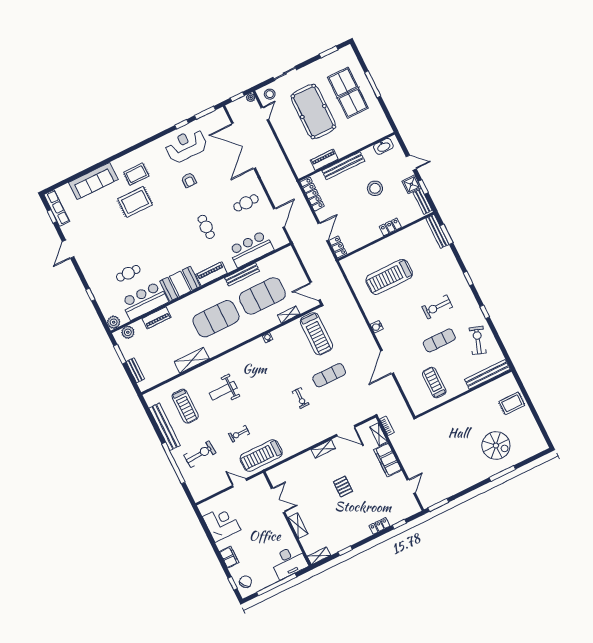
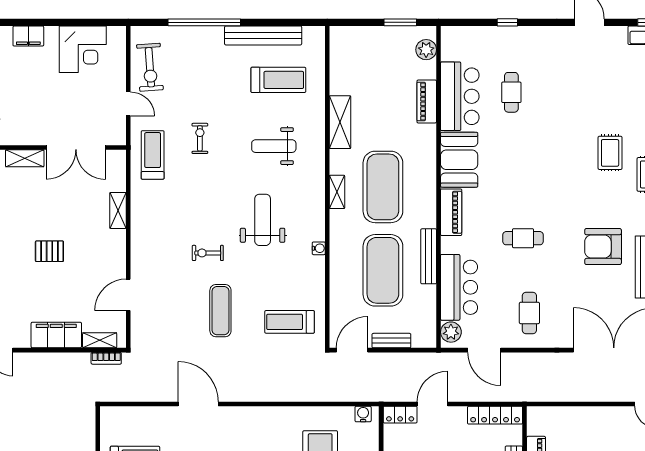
armchair: (189, 180) -> (603, 247), width x1.88, depth x1.88
rug: (135, 202) -> (610, 153), width x0.73, depth x0.70
door: (323, 232) -> (433, 404), swing flipped
shelving: (289, 315) -> (337, 192), moved
plant: (114, 322) -> (451, 332), moved
water cooler: (377, 327) -> (363, 414), moved
treadmill: (317, 334) -> (290, 322), width x0.73, depth x0.73
bench: (135, 370) -> (391, 341), moved
weight bench: (267, 377) -> (263, 220), added
weight bench: (223, 391) -> (274, 146), turned -90
treadmill: (185, 406) -> (278, 80), turned 180
shelving: (323, 449) -> (118, 210), moved
exercise bike: (200, 454) -> (150, 67), moved
treadmill: (261, 456) -> (153, 155), width x0.73, depth x0.73
door: (240, 483) -> (128, 104), hinge flipped
double door: (278, 500) -> (76, 147), width x1.37

